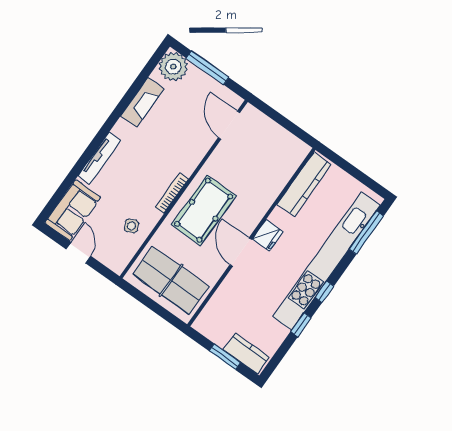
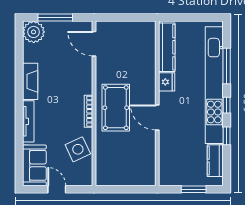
fireplace: (142, 102) -> (30, 81), moved
side table: (131, 226) -> (78, 149), width x1.87, depth x1.87
window: (366, 233) -> (227, 66), moved
fridge: (268, 235) -> (167, 82), moved
table tennis table: (171, 280) -> (126, 166), removed
kitchen counter: (246, 354) -> (215, 161), moved, turned -90

